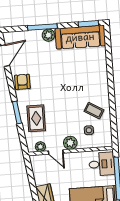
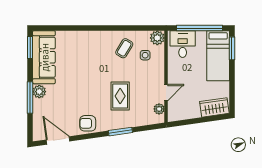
rug: (36, 118) -> (120, 96), moved, turned 90
plant: (70, 143) -> (157, 38), moved

